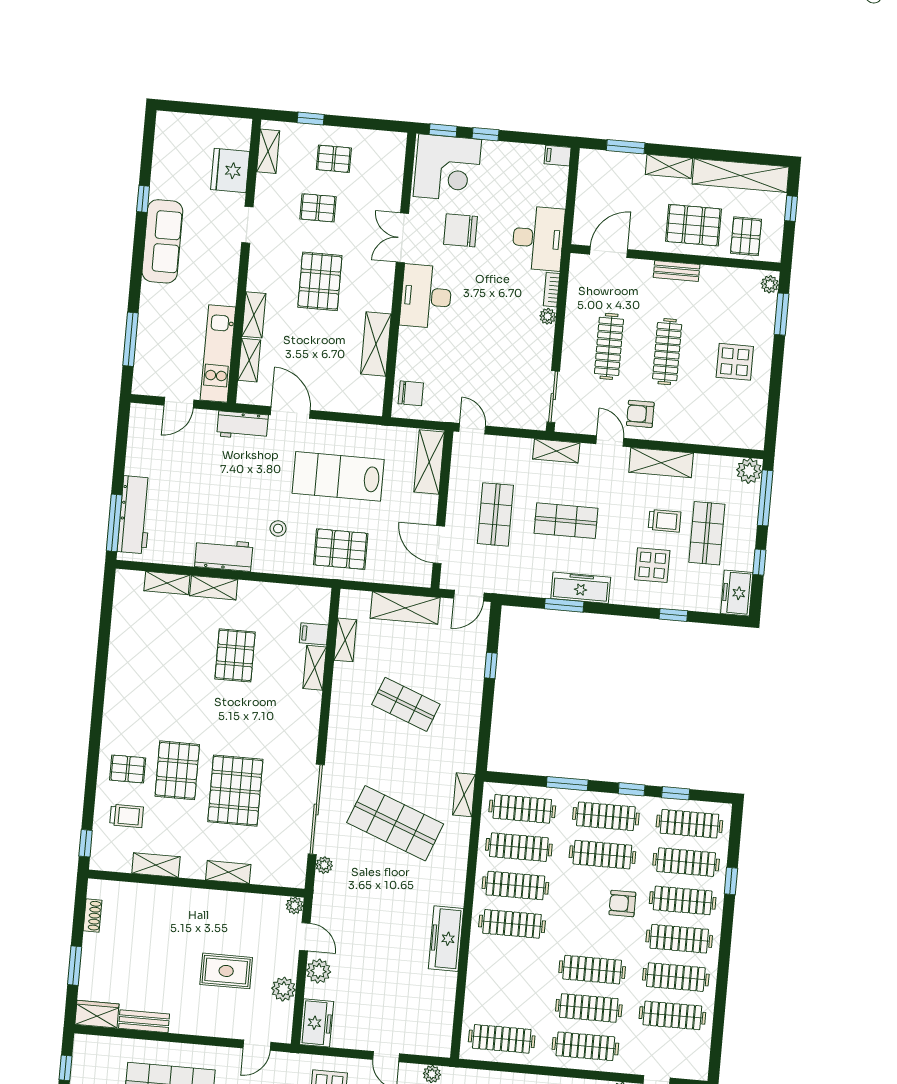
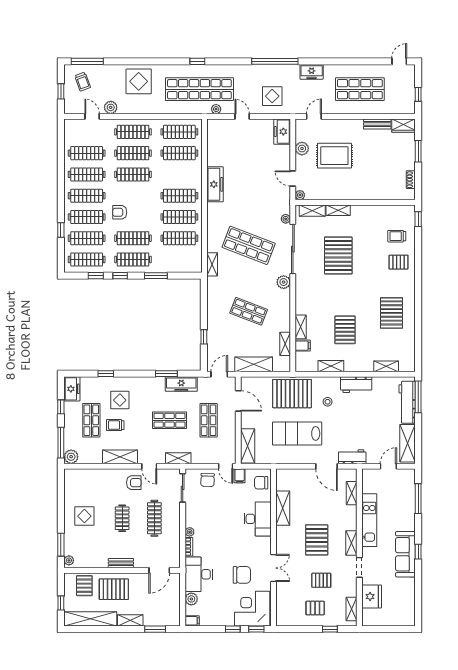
plant: (555, 195) -> (191, 599), added
window: (143, 199) -> (418, 552), moved
desk: (426, 296) -> (258, 519), moved
shelving: (254, 315) -> (351, 543), moved
clothes rail: (667, 352) -> (122, 518), width x0.73
kitchen unit: (218, 354) -> (369, 520), moved
chair: (507, 407) -> (208, 480), added
filing cabinet: (449, 409) -> (240, 476), added
shelving: (141, 441) -> (408, 443), added
lab bench: (338, 476) -> (297, 433), turned 180
pallet: (341, 549) -> (292, 394), width x1.37, depth x1.41
shelving: (214, 588) -> (331, 366), moved
freezer: (581, 588) -> (181, 384), moved
pallet: (177, 770) -> (392, 313), moved
clothes rail: (522, 809) -> (179, 153), moved
shelving: (156, 865) -> (312, 211), moved
armchair: (622, 903) -> (120, 212), turned 180
rug: (226, 971) -> (334, 156), width x1.36, depth x1.43
plant: (319, 971) -> (284, 282), moved

